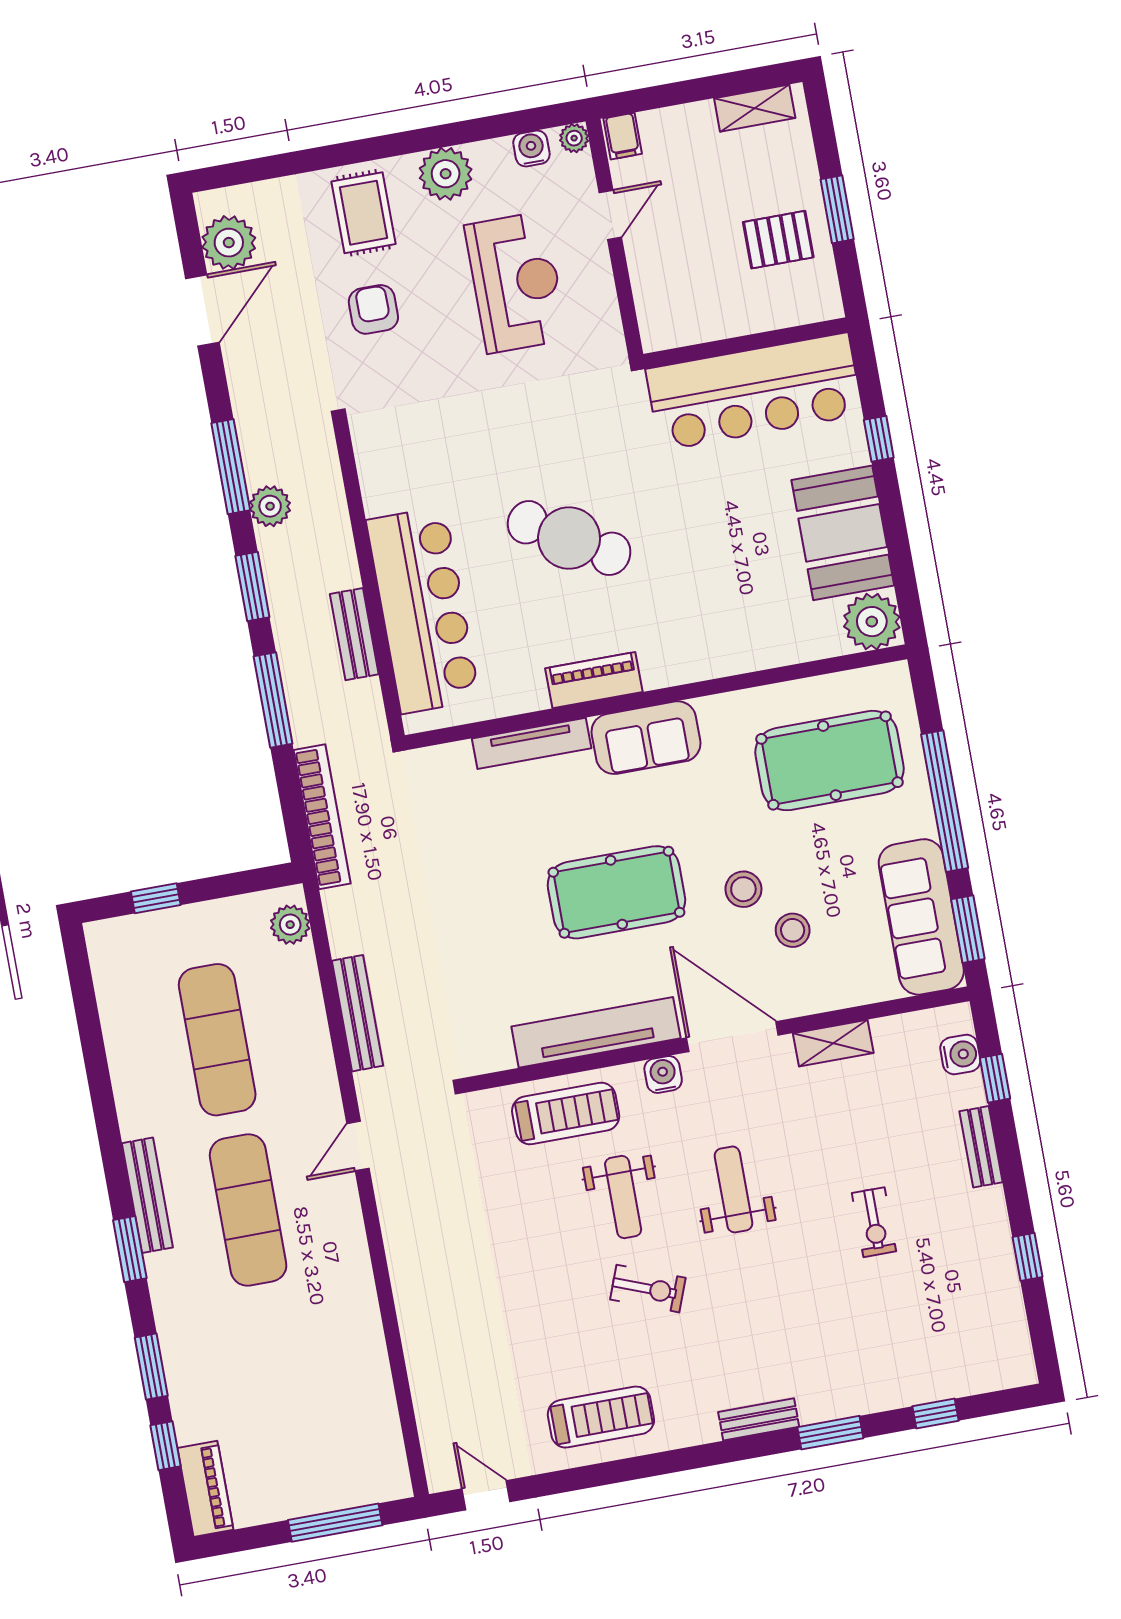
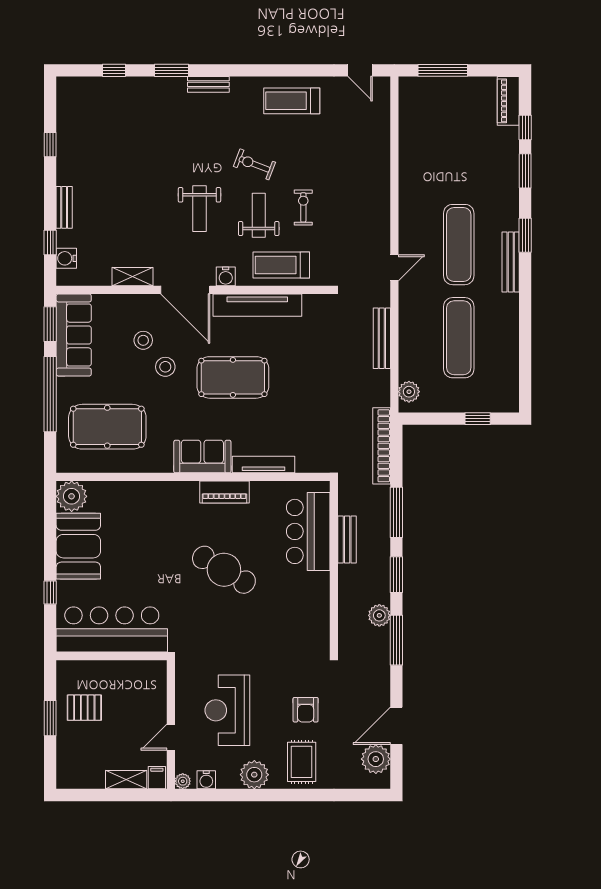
shelving: (755, 108) -> (126, 780), moved
bar counter: (423, 610) -> (308, 531), width x0.73
exercise bike: (874, 1222) -> (303, 207), moved

